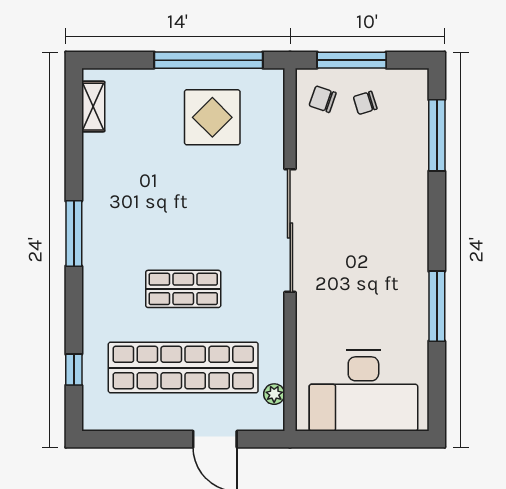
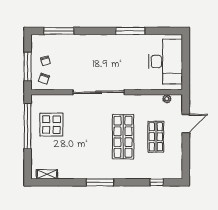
shop shelf: (183, 289) -> (123, 137), width x1.43, depth x1.36
shop shelf: (183, 368) -> (156, 137), width x0.50, depth x0.74

